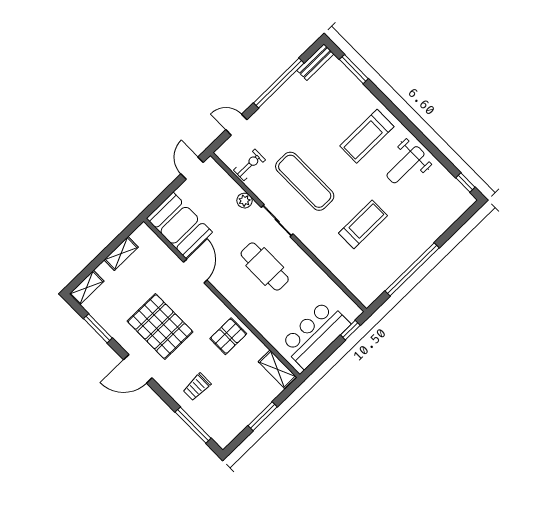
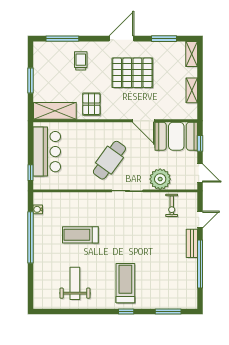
bench: (315, 62) -> (192, 243), moved
weight bench: (405, 165) -> (75, 283), moved
exercise mat: (305, 181) -> (134, 226), removed
window: (465, 183) -> (126, 311), moved
window: (164, 196) -> (200, 143), added
plant: (244, 201) -> (160, 179), width x1.87, depth x1.87
treadmill: (363, 224) -> (80, 235), turned 90
cafe table: (265, 267) -> (109, 160), turned -54
water cooler: (379, 289) -> (38, 209), added
shelving: (277, 369) -> (55, 111), width x1.50, depth x1.33

